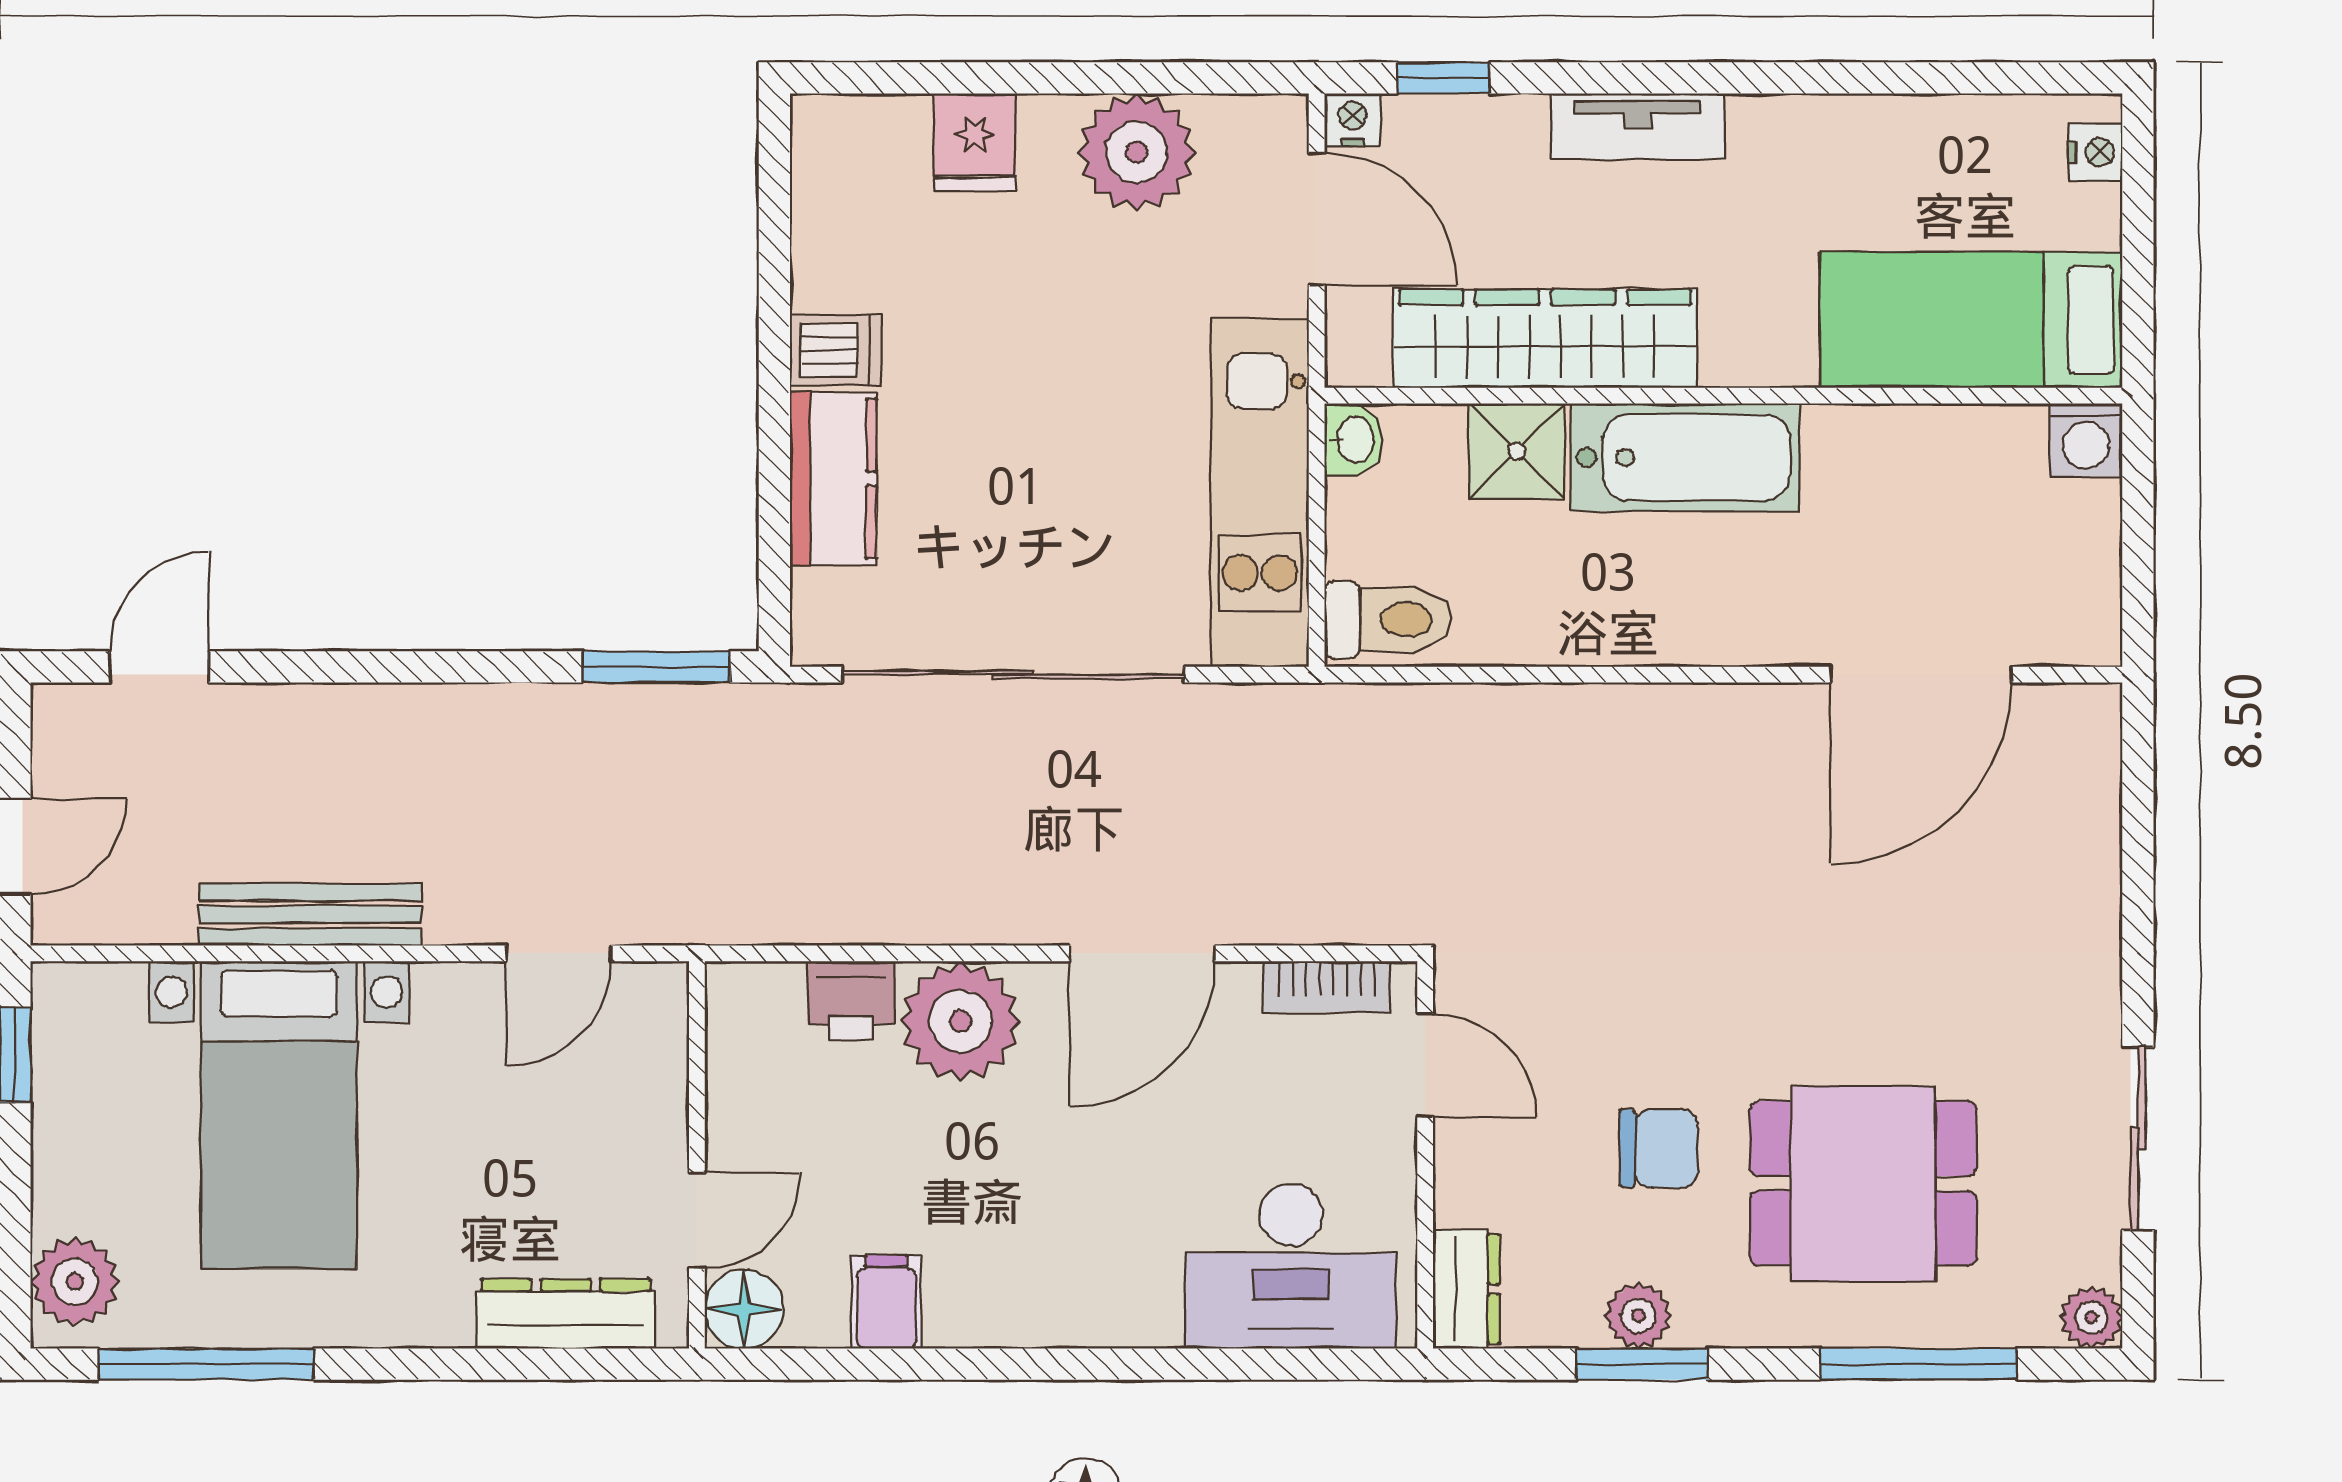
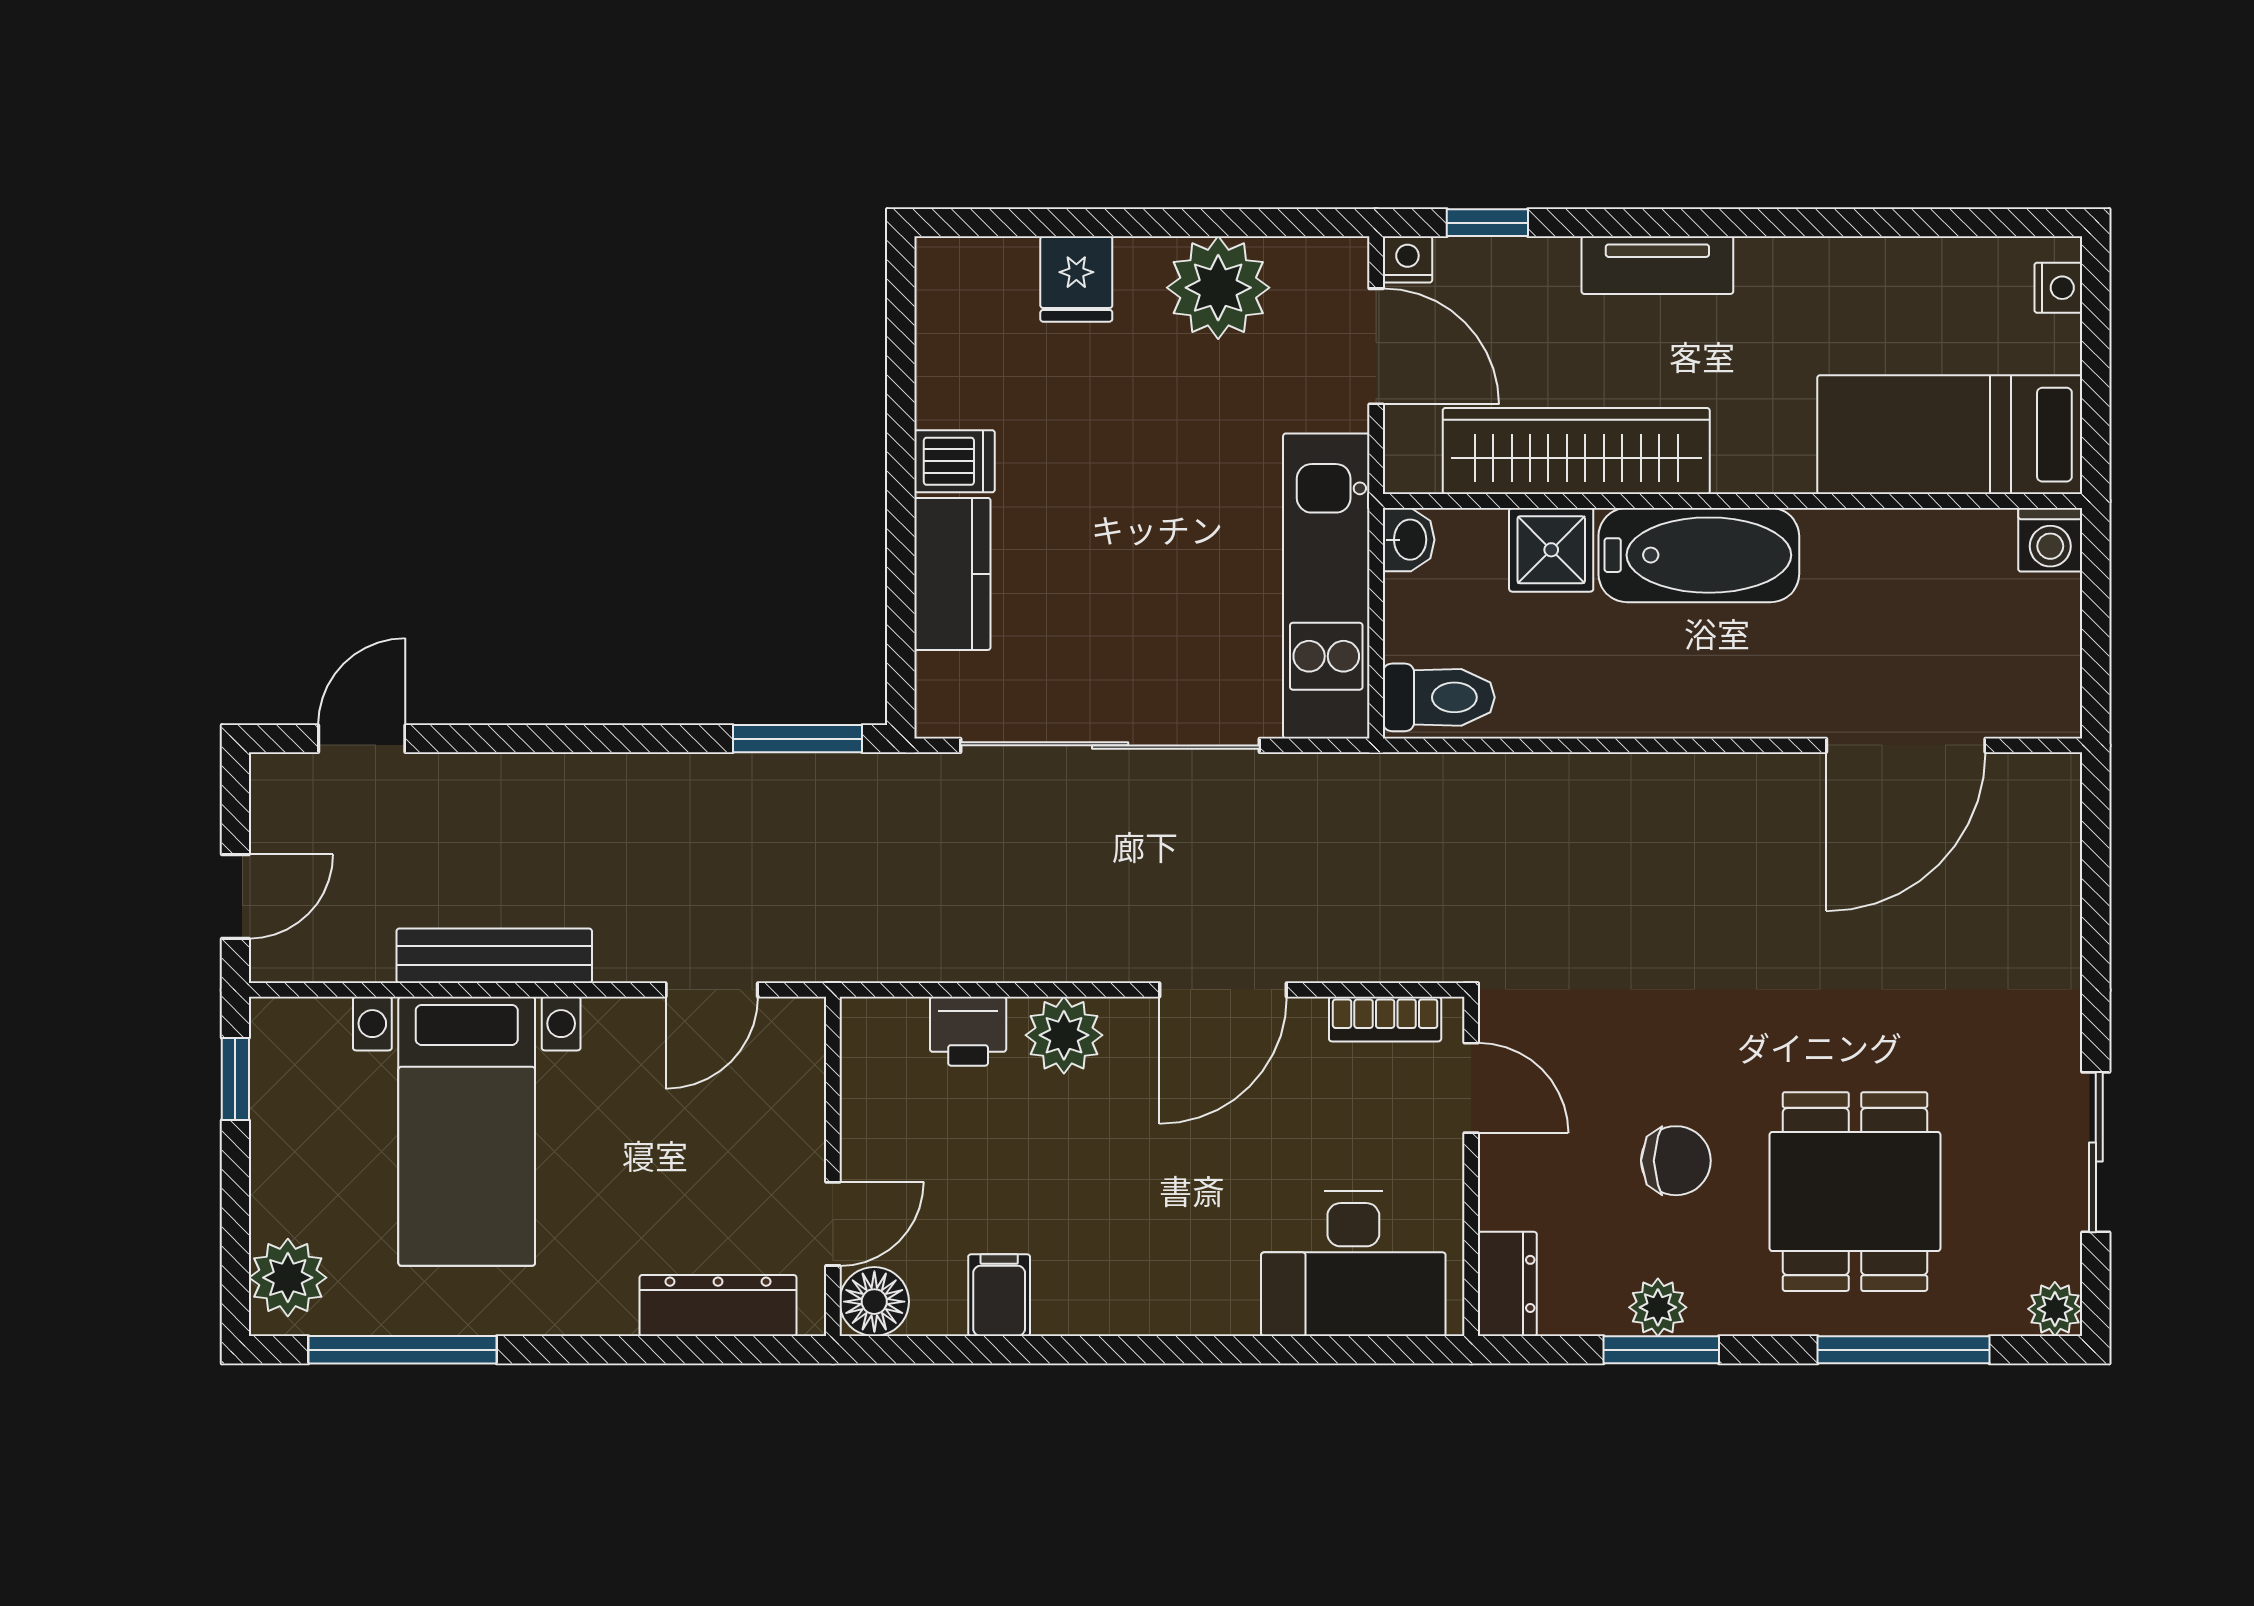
plant: (961, 1021) -> (1064, 1035), width x0.73, depth x0.73
dining table: (1863, 1184) -> (1855, 1192), turned 90

